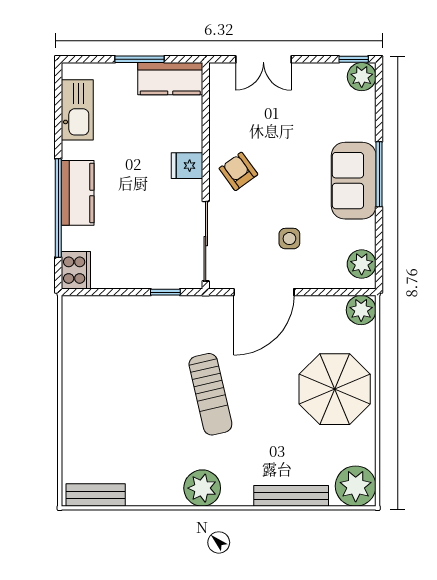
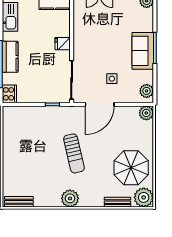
armchair: (238, 171) -> (87, 46), removed
parasol: (335, 389) -> (131, 168), moved
bench: (291, 496) -> (117, 202), width x0.73

